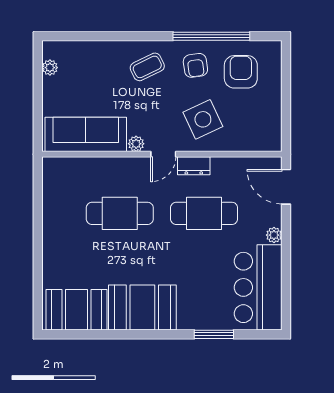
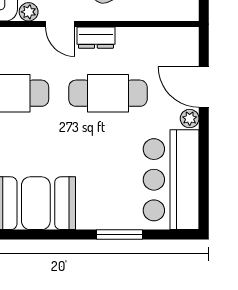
door: (163, 154) -> (60, 24), hinge flipped
door: (286, 187) -> (204, 87), moved

